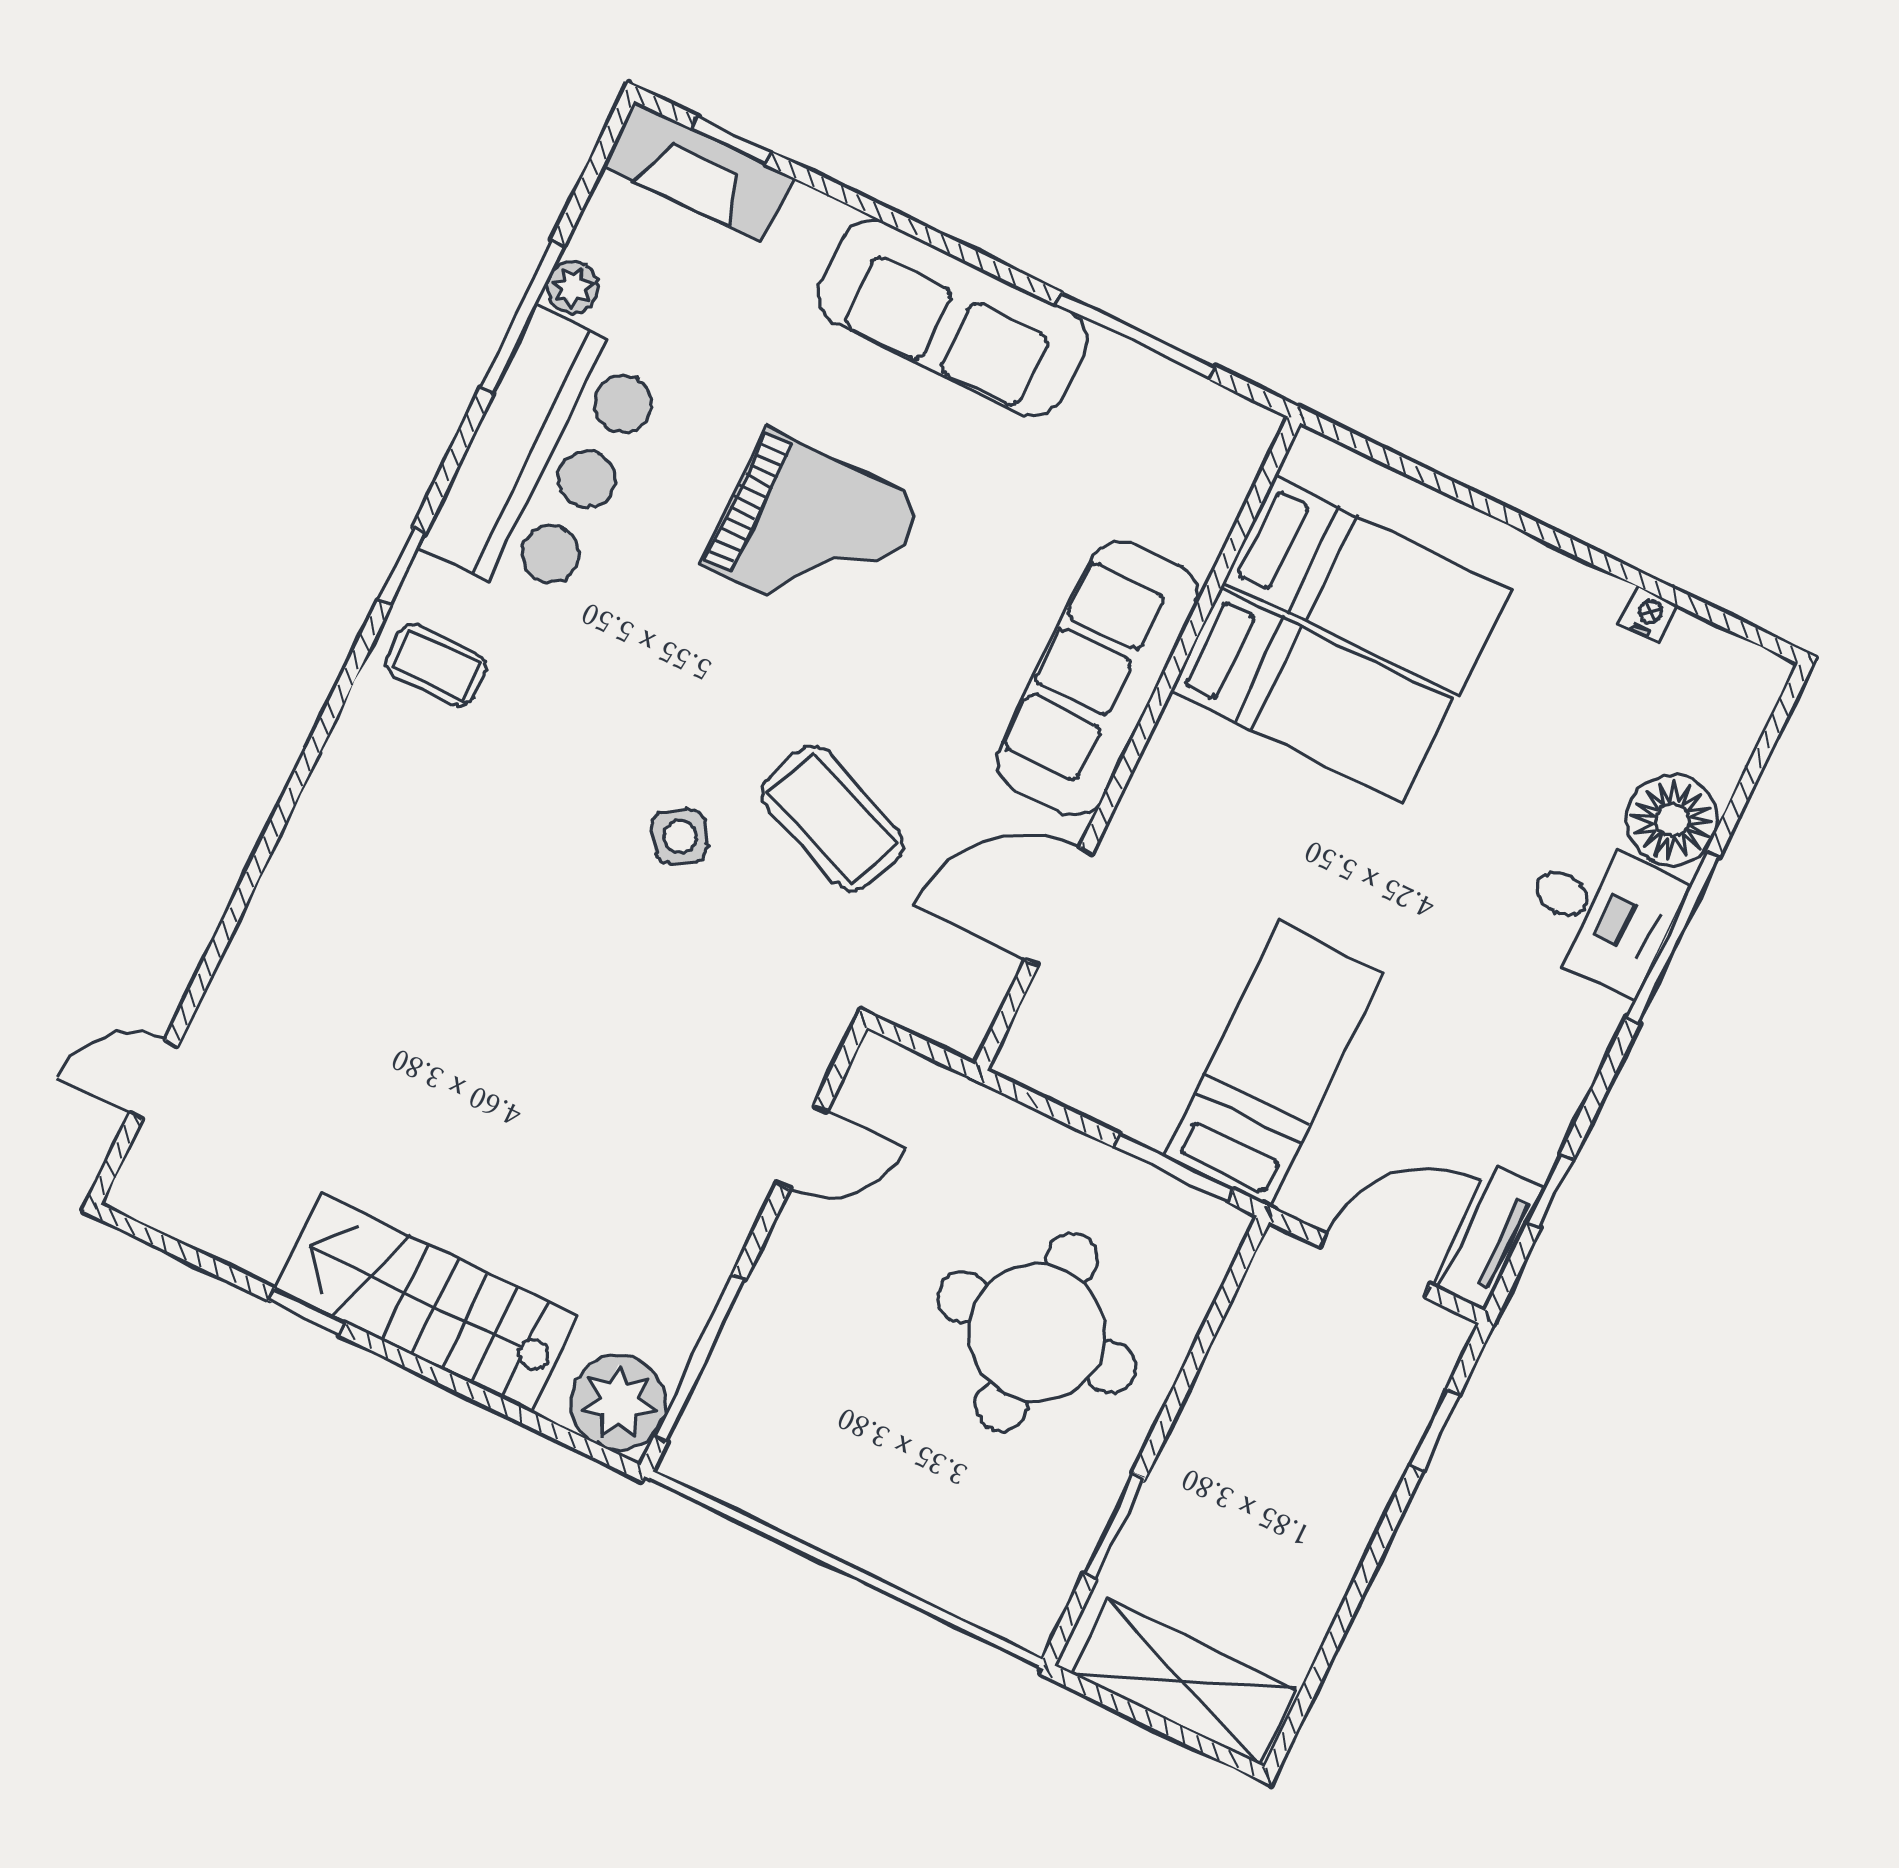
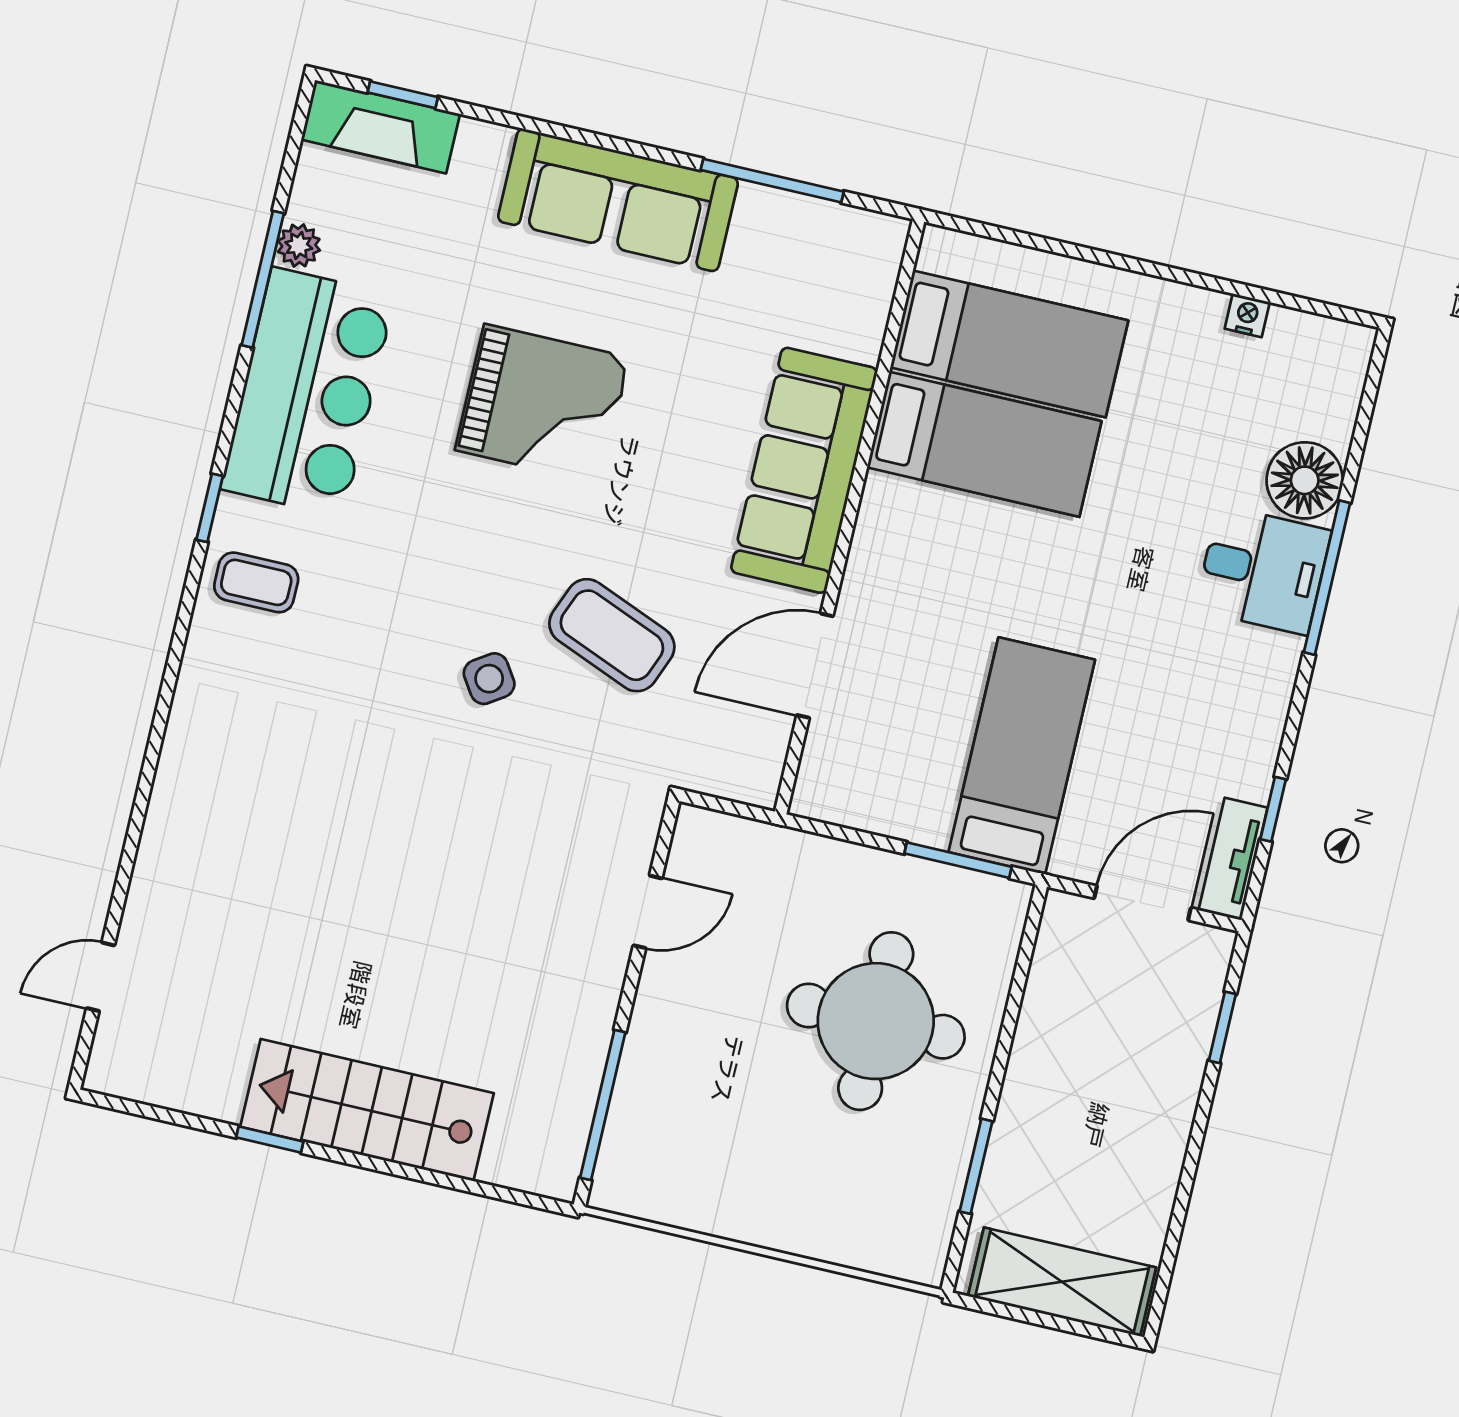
plant: (619, 1402) -> (544, 1156), removed

